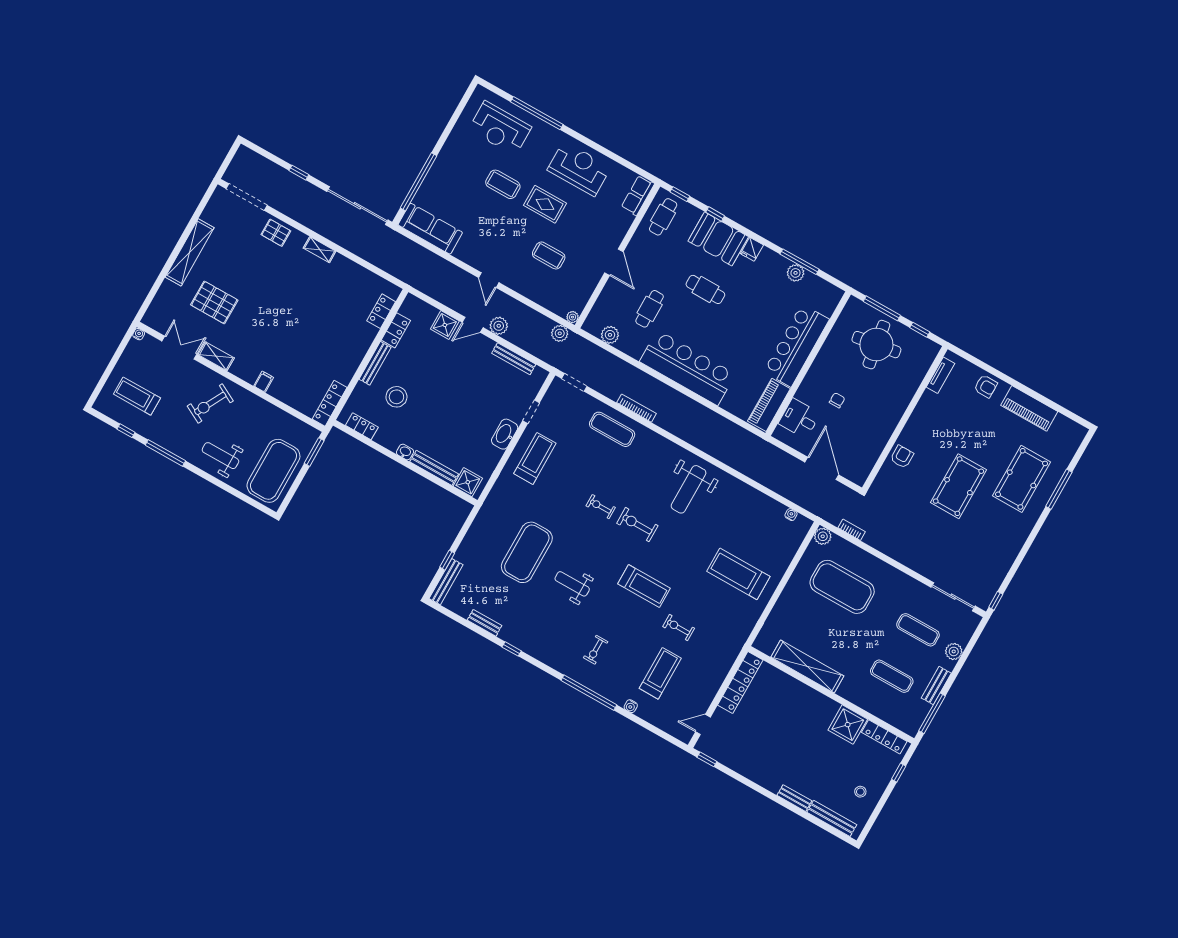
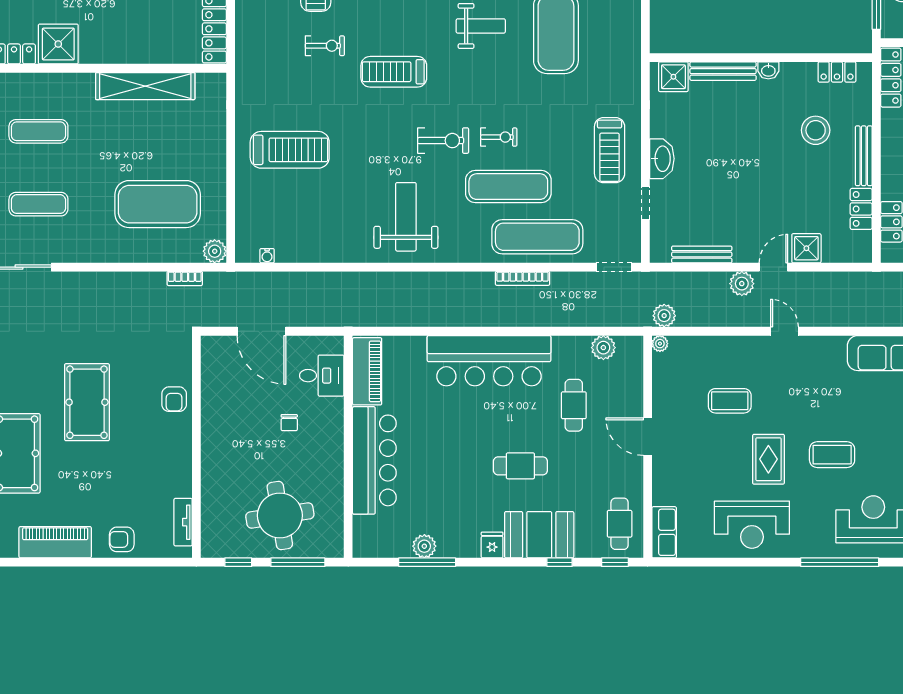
rug: (545, 204) -> (768, 459), turned 90
exercise mat: (612, 429) -> (537, 237), width x1.36, depth x1.45
exercise mat: (612, 472) -> (508, 187), added

